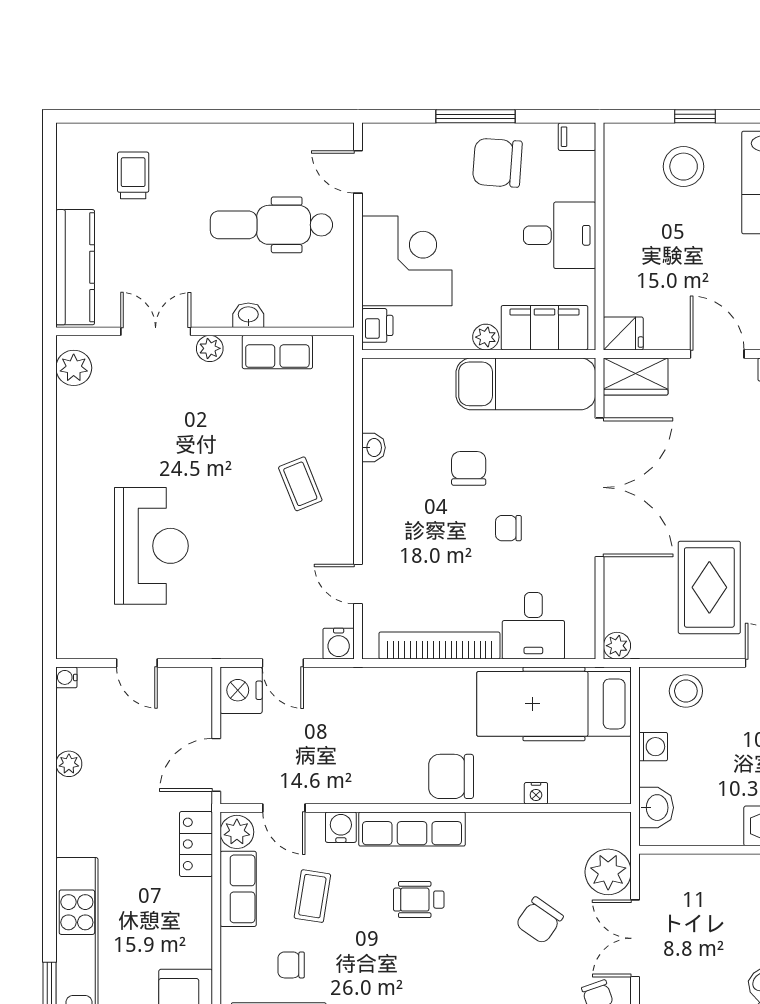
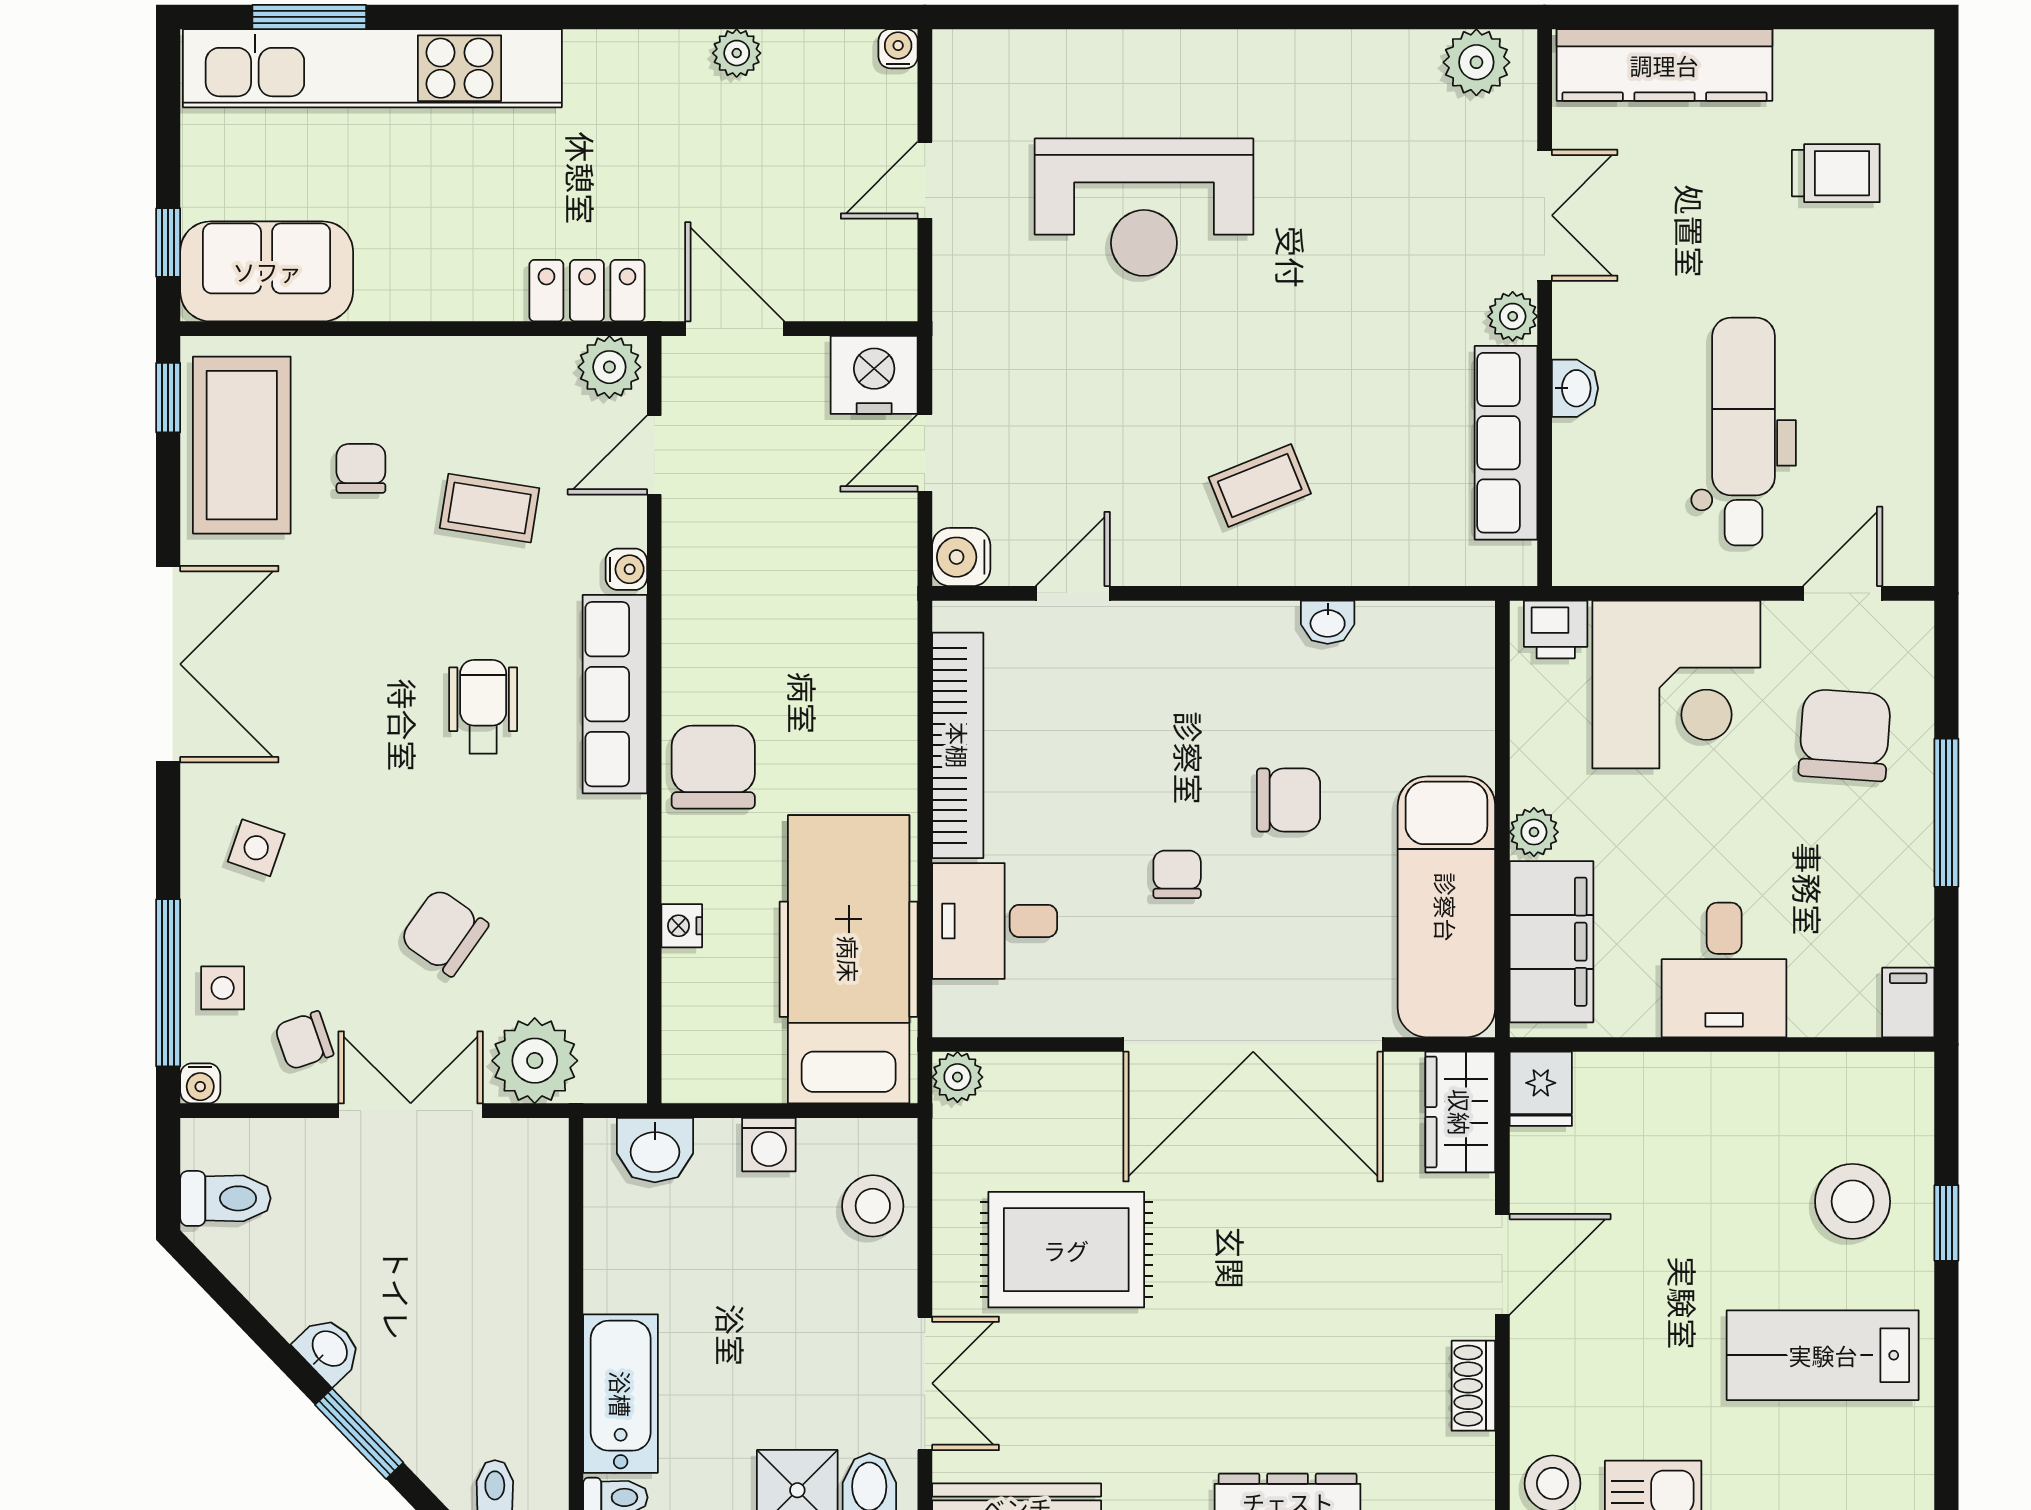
chair: (497, 163) -> (1845, 735), moved
row of seats: (277, 352) -> (1506, 443), width x1.48
water cooler: (341, 827) -> (626, 569), width x0.72, depth x0.72
row of seats: (238, 889) -> (503, 369), removed

